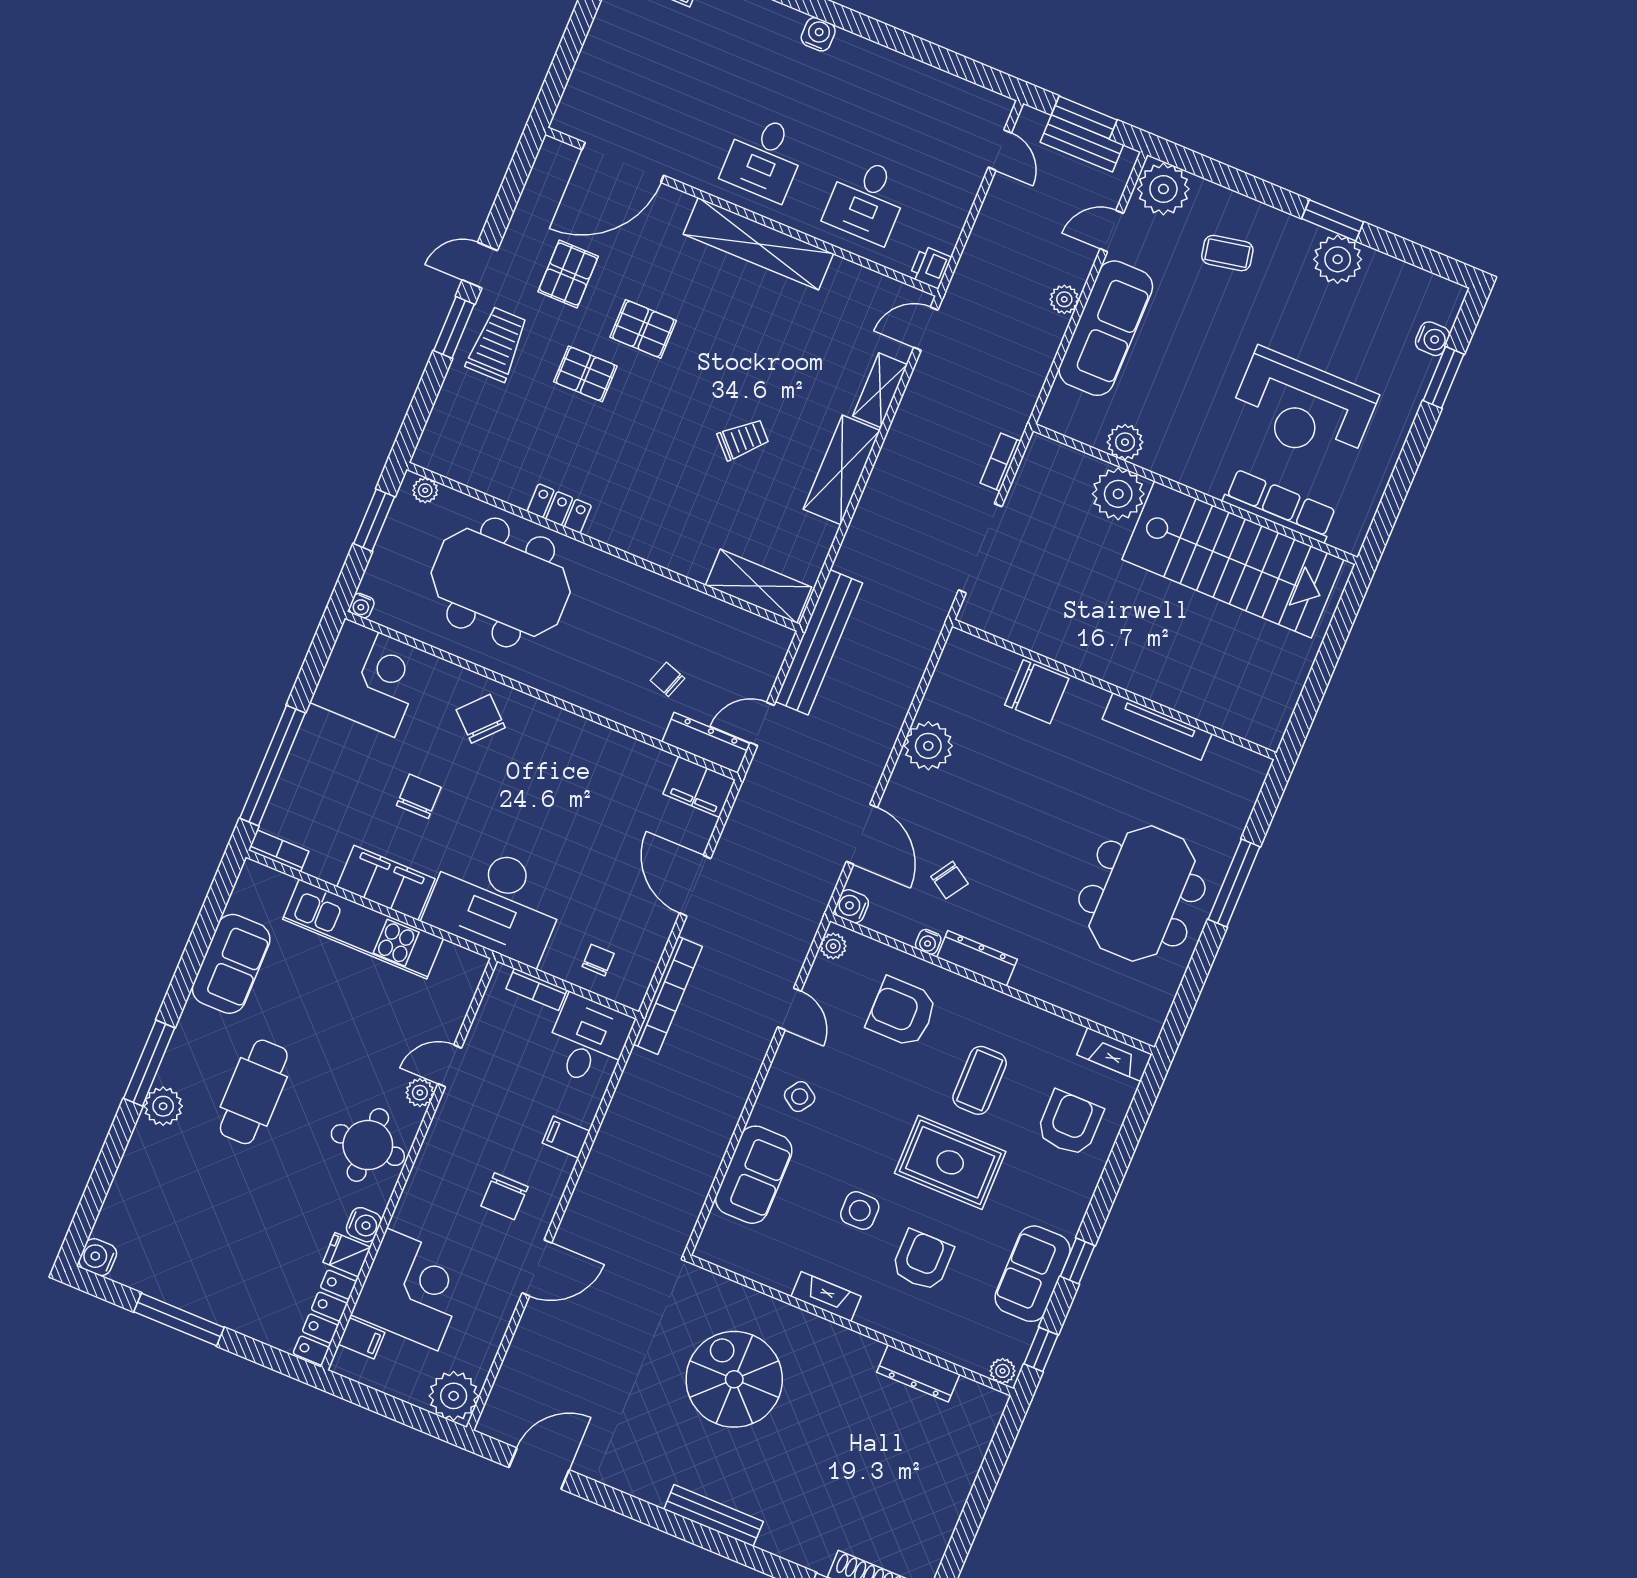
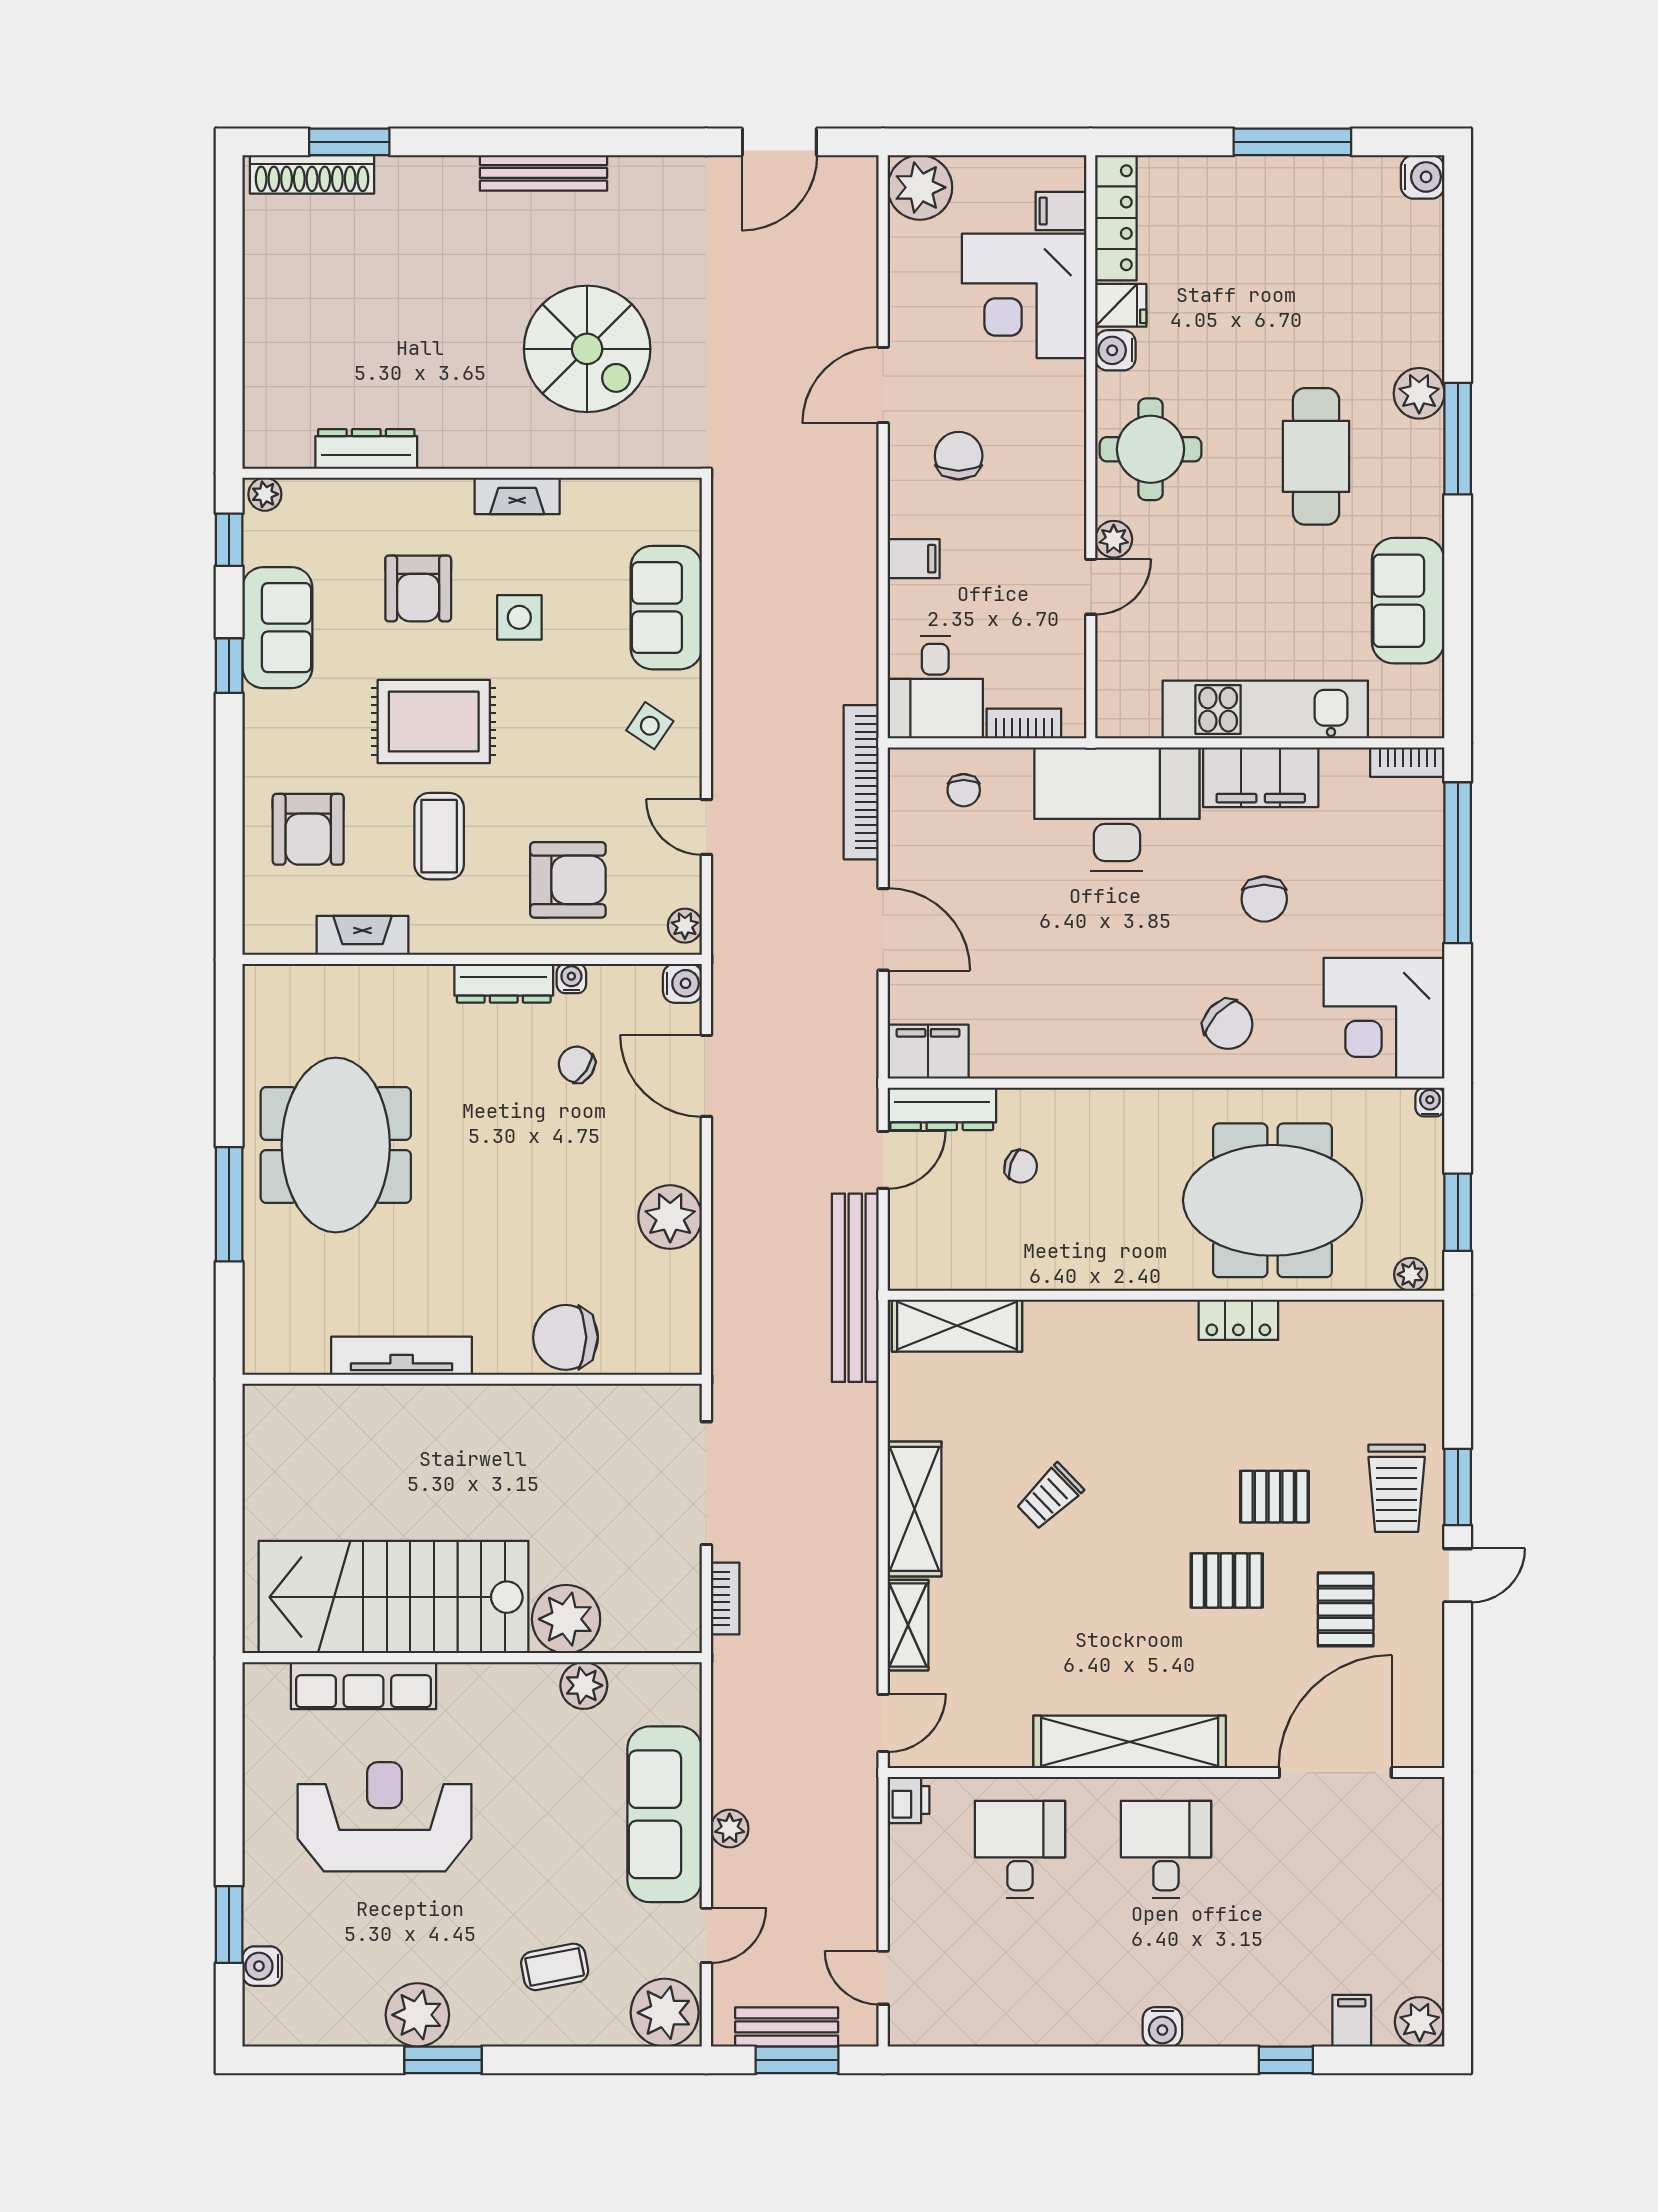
fireplace: (1114, 1055) -> (362, 935), moved

